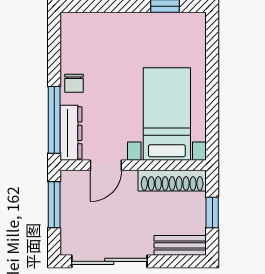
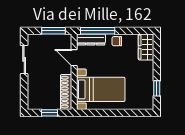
wardrobe: (85, 27) -> (146, 47), added
bench: (180, 245) -> (32, 96), removed
sliding door: (109, 261) -> (24, 59), width x0.73

